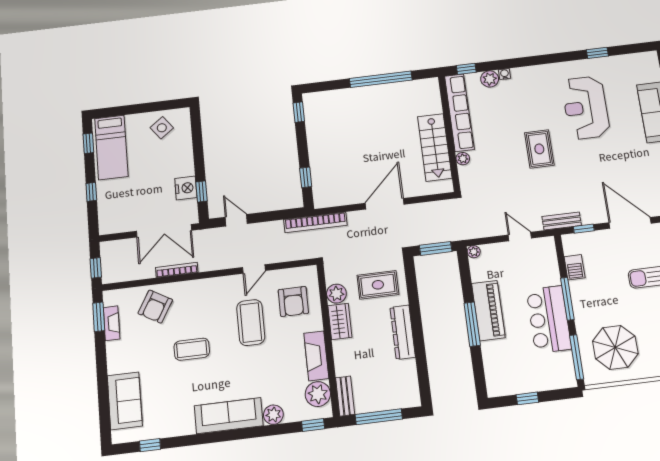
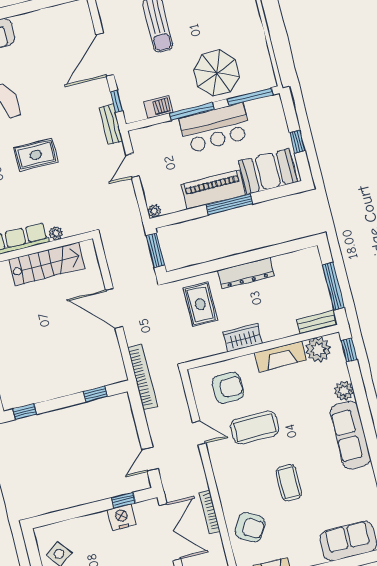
plant: (336, 294) -> (214, 345), removed
parasol: (615, 347) -> (217, 73), moved
booth: (501, 366) -> (268, 171), added

